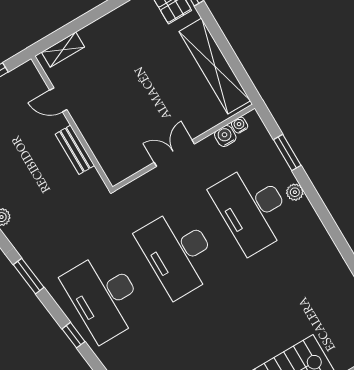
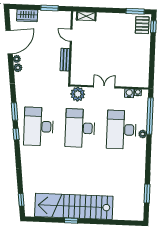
shelving: (215, 66) -> (143, 62), removed
window: (287, 153) -> (150, 116), width x2.11
plant: (136, 196) -> (78, 94), added
window: (29, 276) -> (14, 111), moved

